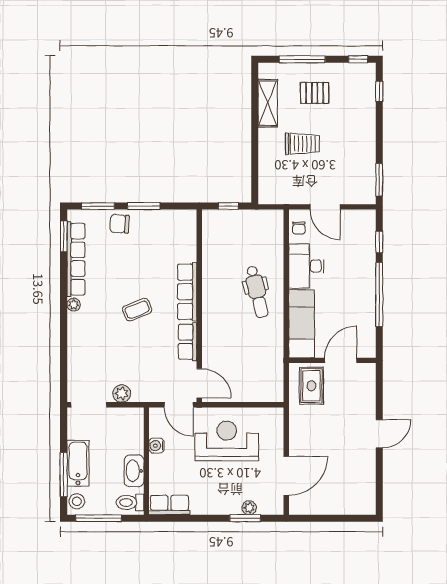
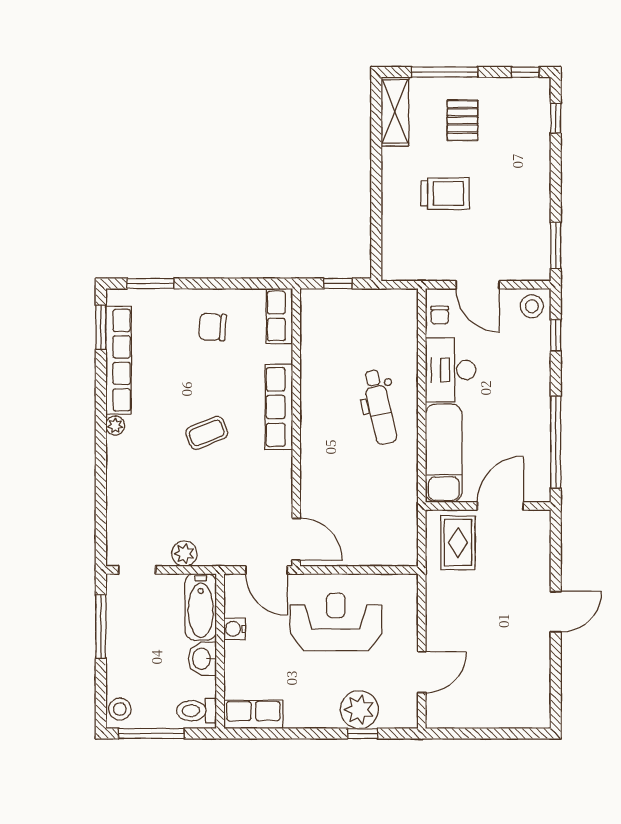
pallet: (315, 93) -> (463, 120), turned 90
shelving: (268, 103) -> (395, 111), moved
window: (144, 206) -> (216, 284), removed
stool: (363, 222) -> (532, 306), added
chair: (119, 224) -> (212, 327), moved
window: (379, 294) -> (556, 442), moved
row of seats: (188, 342) -> (279, 316), moved
doorway: (89, 405) -> (137, 570), width x0.73
bathtub: (78, 463) -> (201, 607), moved, turned 180
washbasin: (134, 471) -> (202, 659), width x0.72
window: (64, 475) -> (101, 626), moved
door: (286, 476) -> (422, 672), width x0.73
plant: (249, 508) -> (359, 710), width x1.88, depth x1.88
window: (245, 518) -> (363, 733), width x0.67

